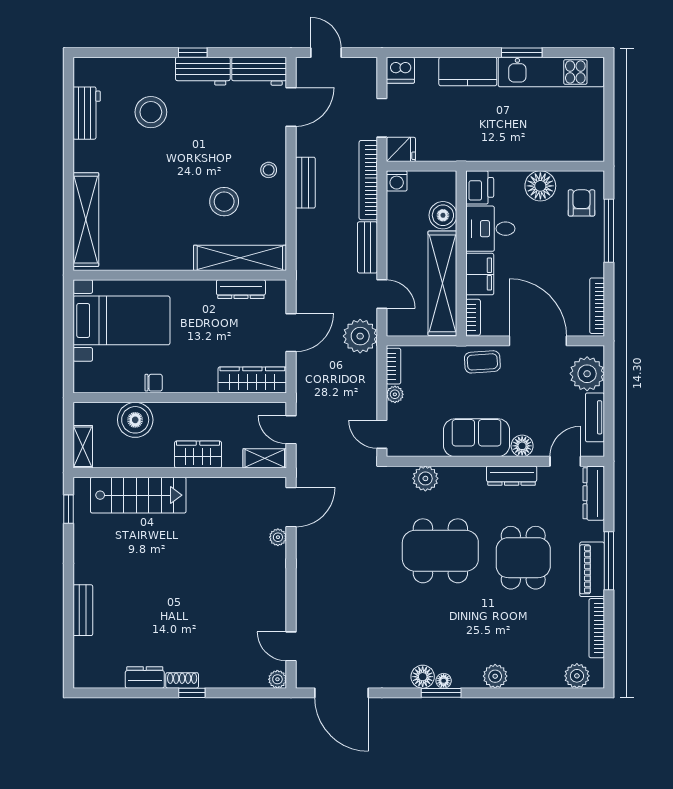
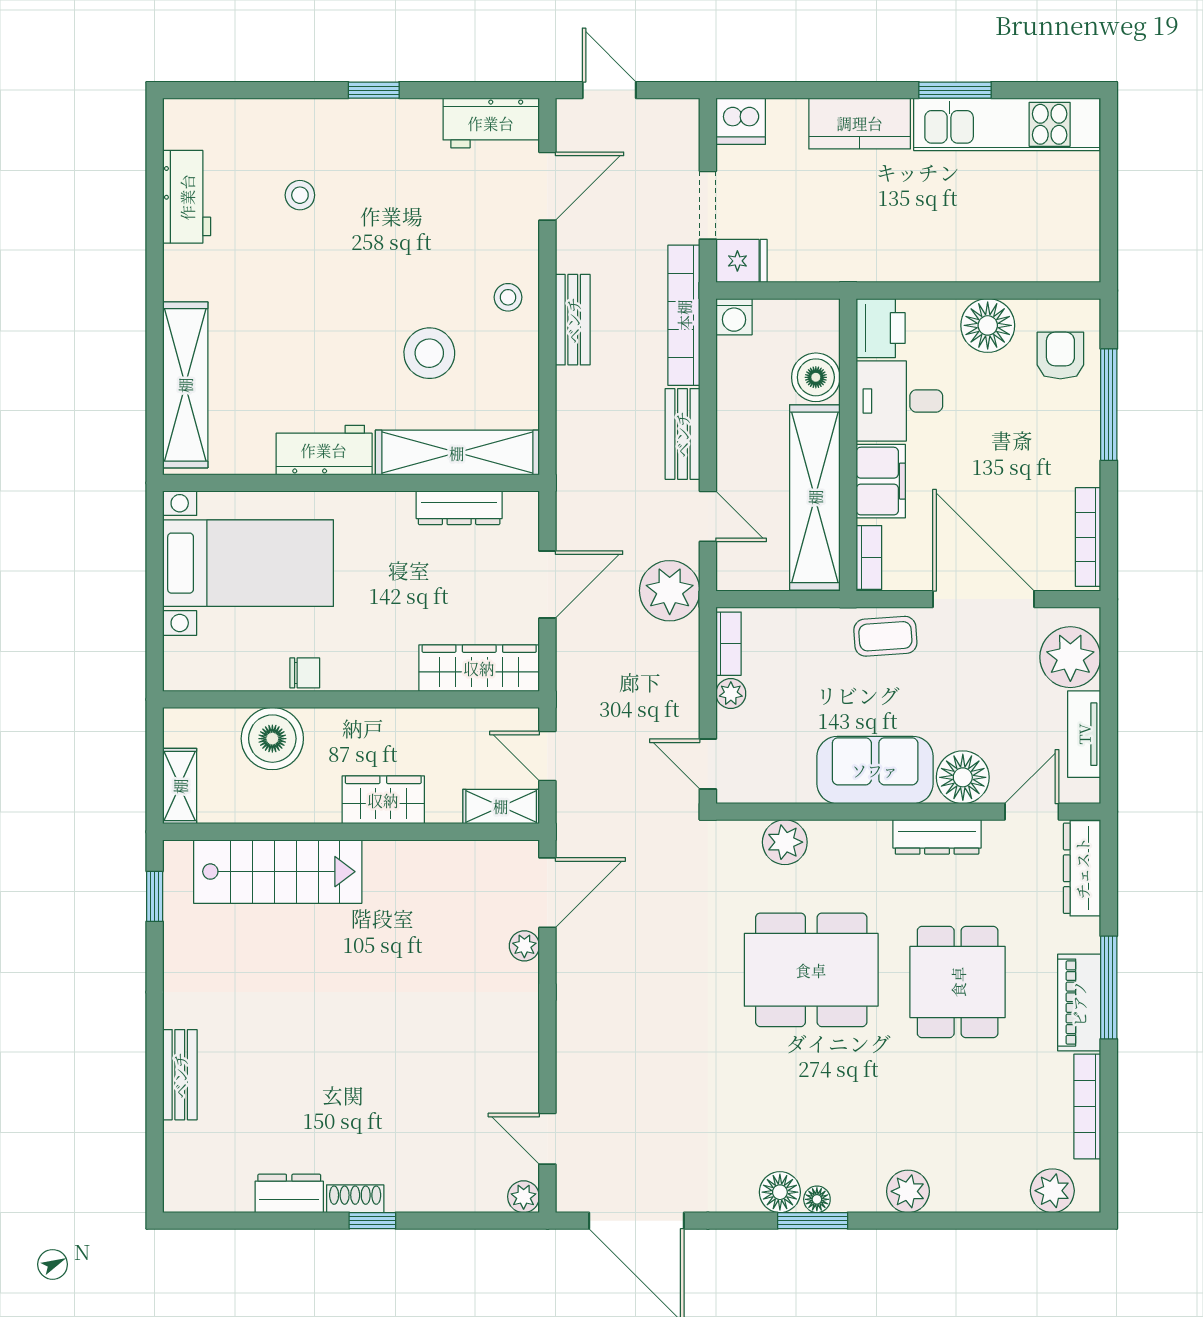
workbench: (203, 71) -> (324, 450), moved, turned 180
stool: (151, 112) -> (300, 195), width x0.53, depth x0.53
floor lamp: (522, 446) -> (963, 777), width x1.38, depth x1.38

